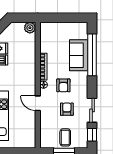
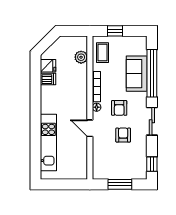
window: (60, 18) -> (115, 31), added
plant: (30, 28) -> (81, 57), moved
sliding door: (92, 110) -> (152, 121), moved
coffee table: (65, 137) -> (103, 53), moved

